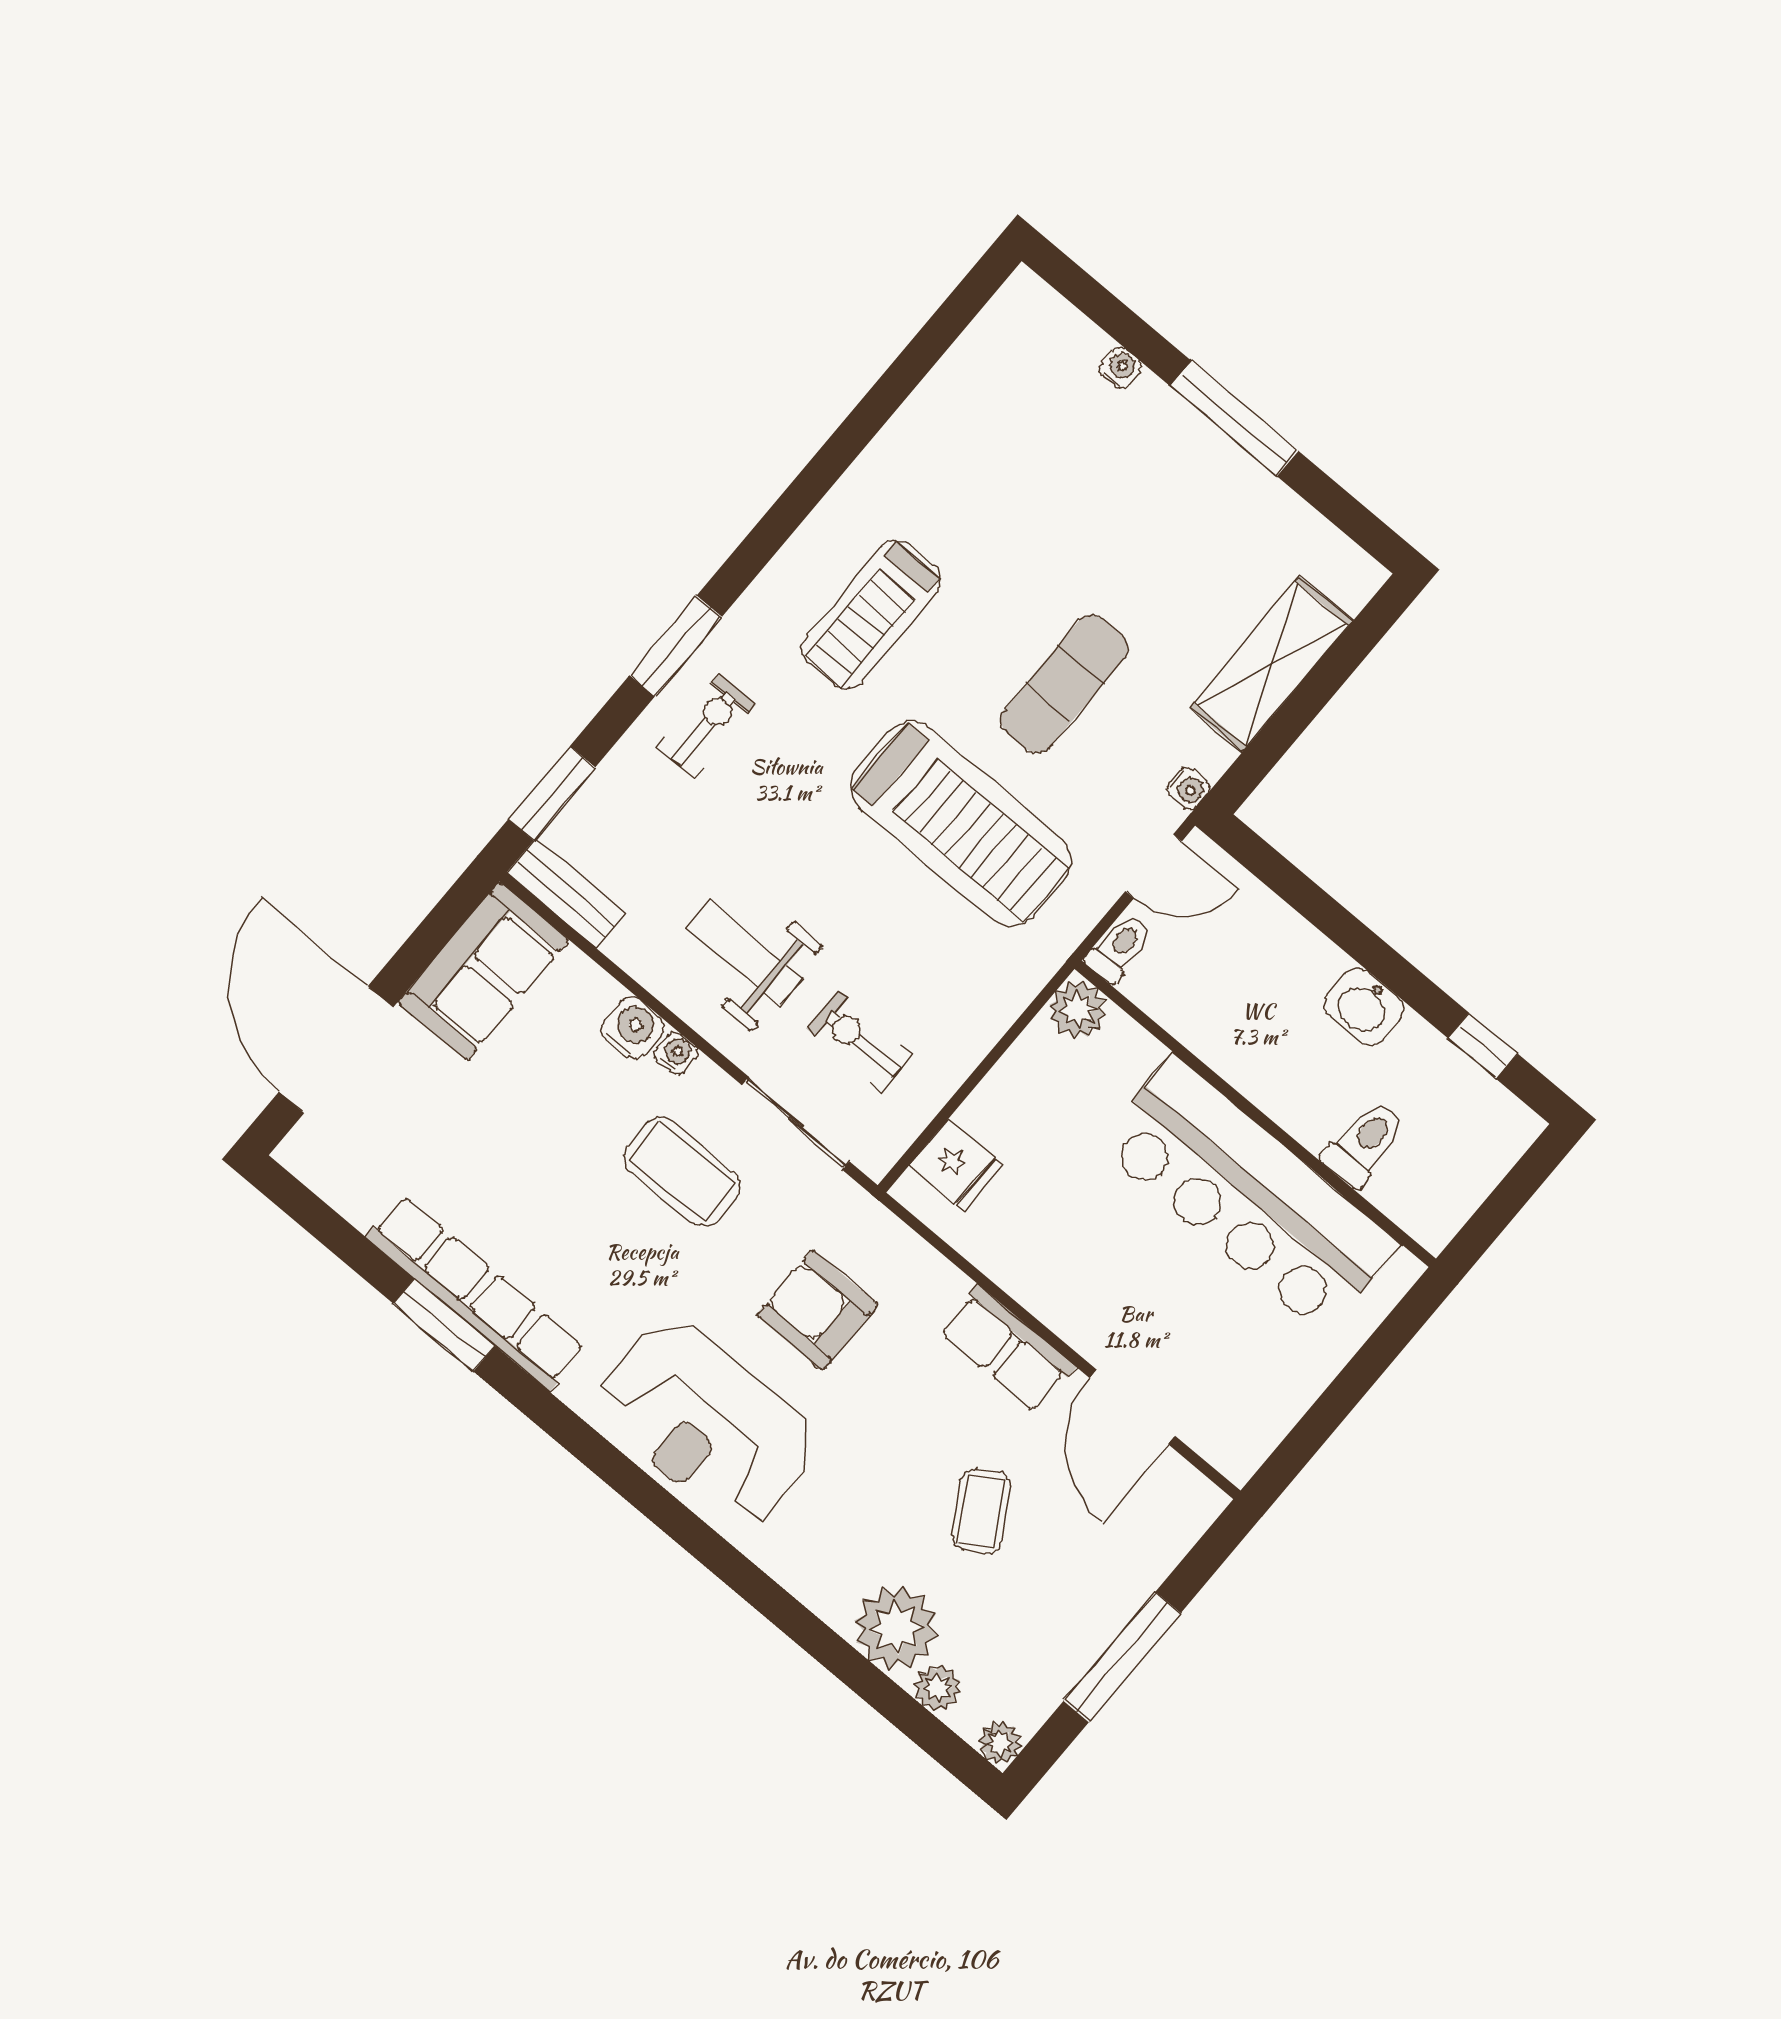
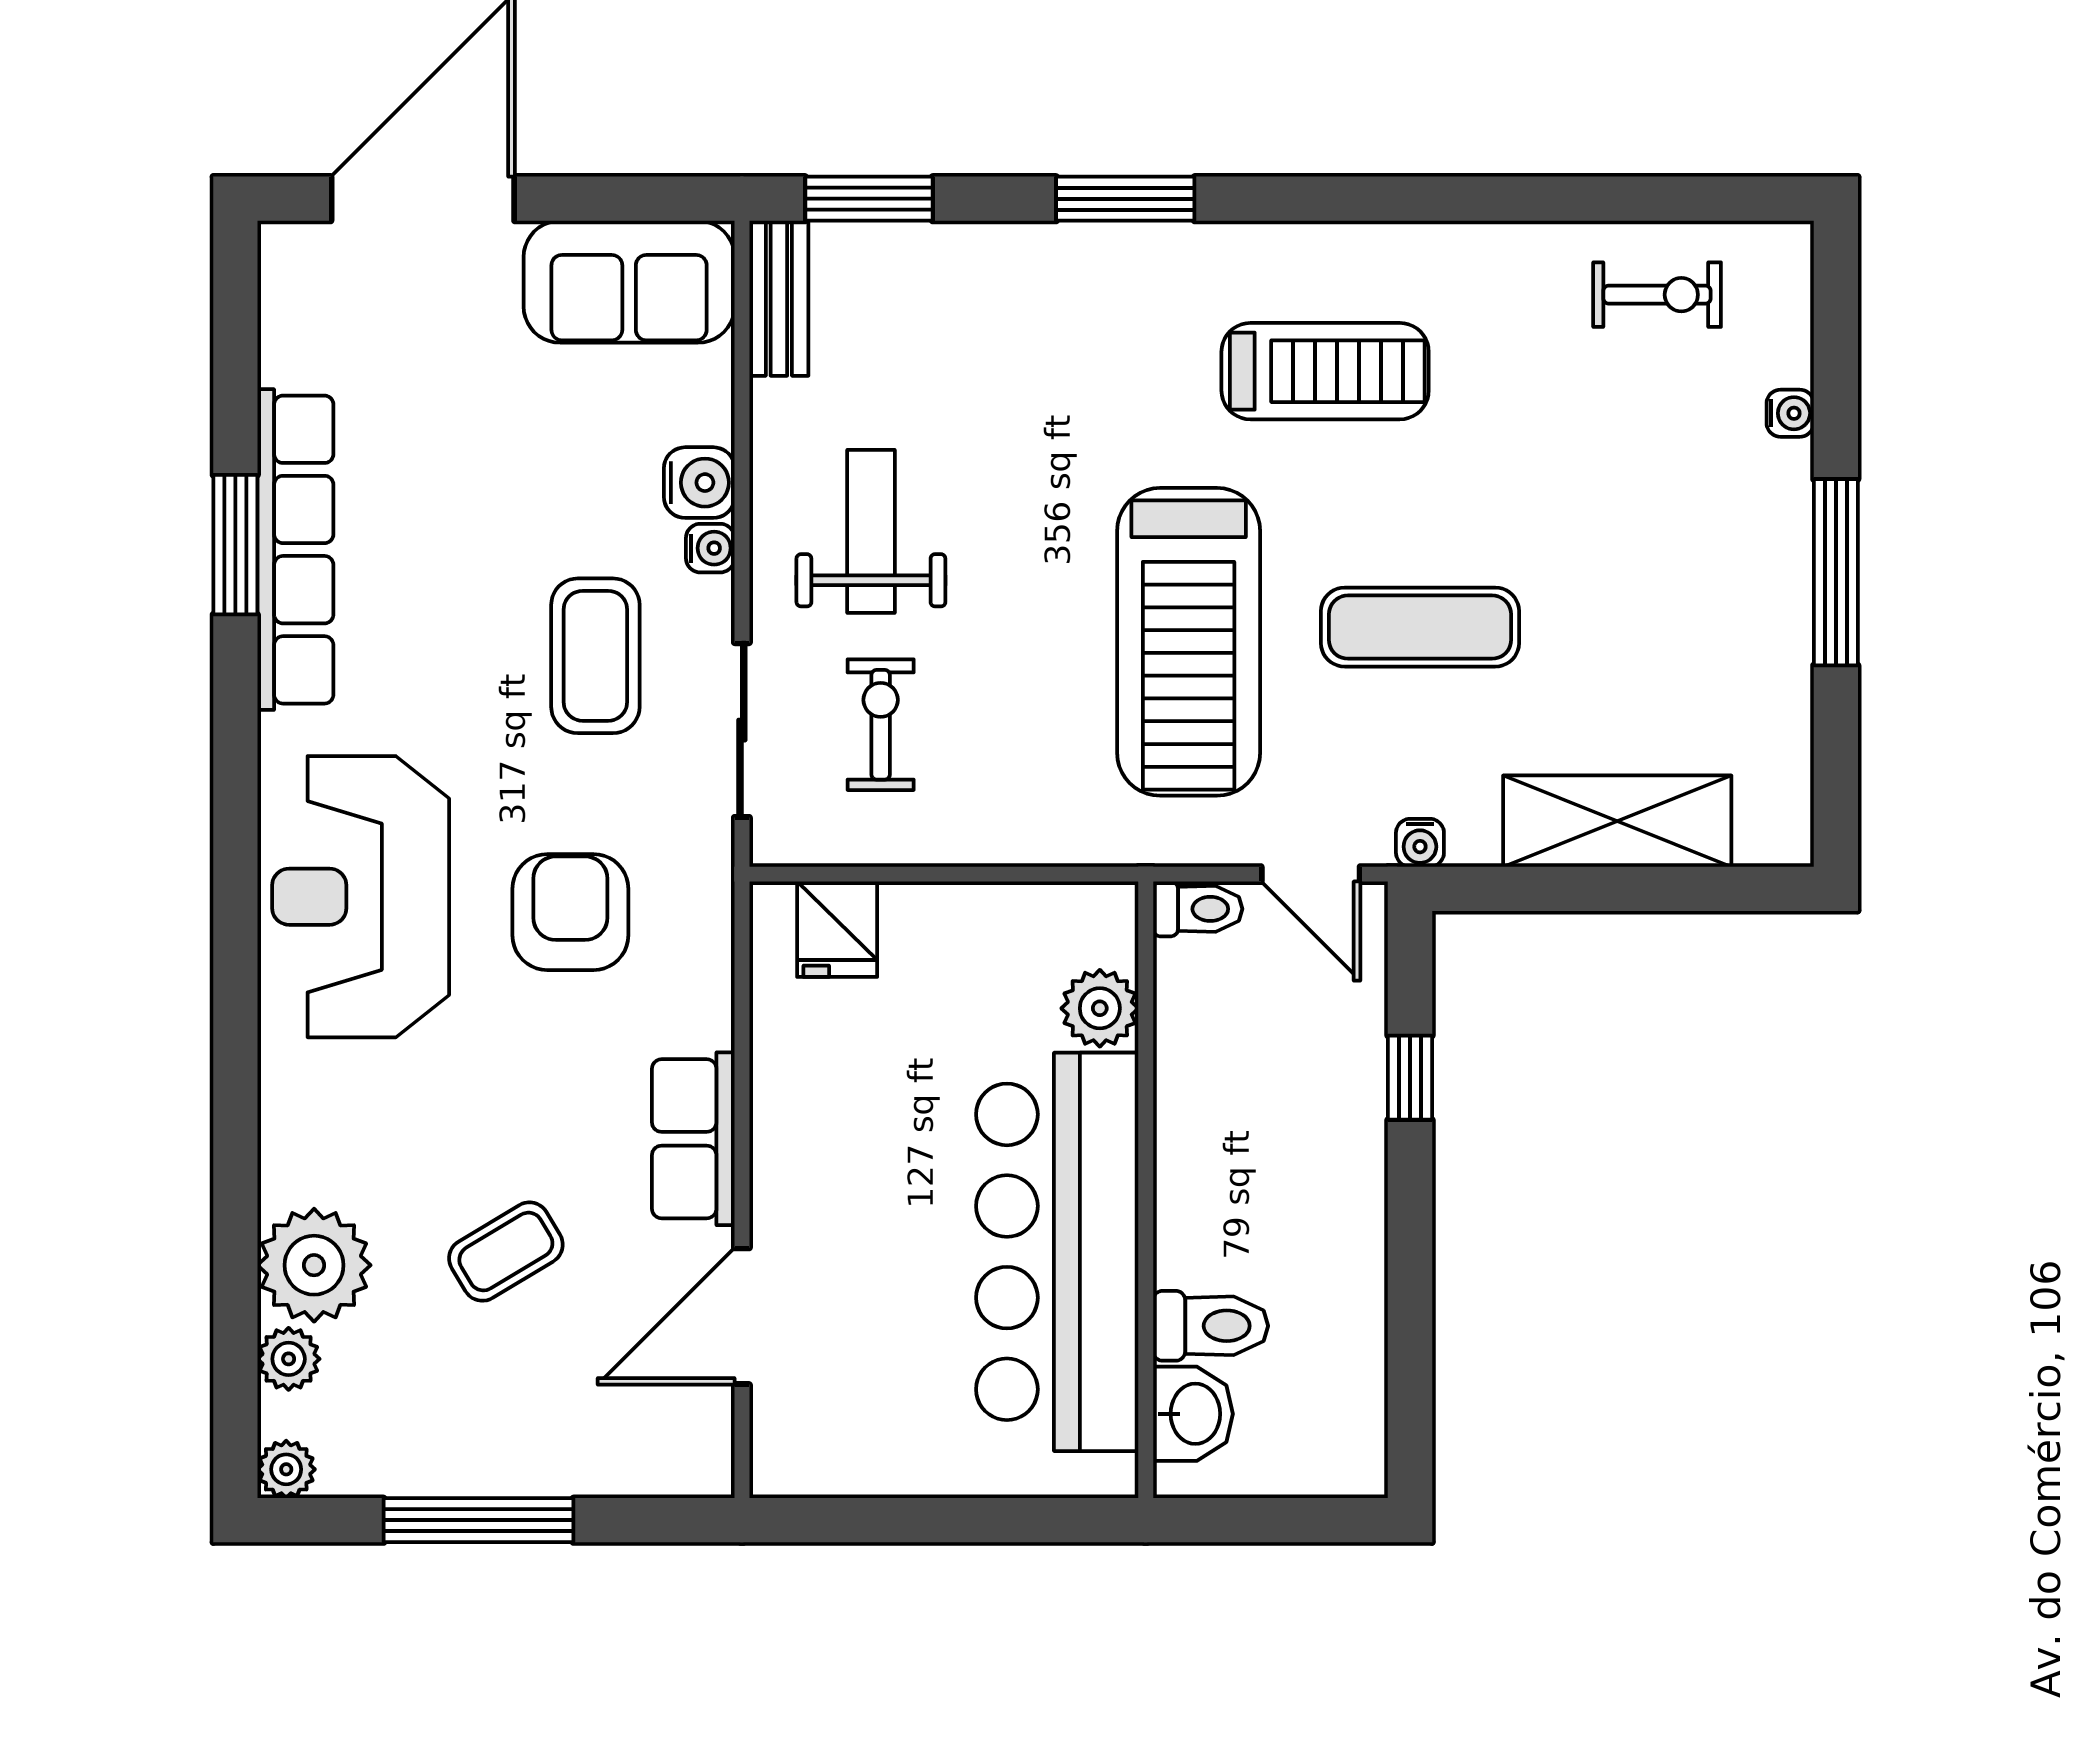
treadmill: (872, 615) -> (1325, 371), turned 180
exercise bike: (707, 725) -> (1657, 295), moved
washbasin: (1364, 1007) -> (1193, 1414), moved, turned 180
plant: (1078, 1010) -> (1100, 1008), moved
window: (1483, 1046) -> (1410, 1078), moved

